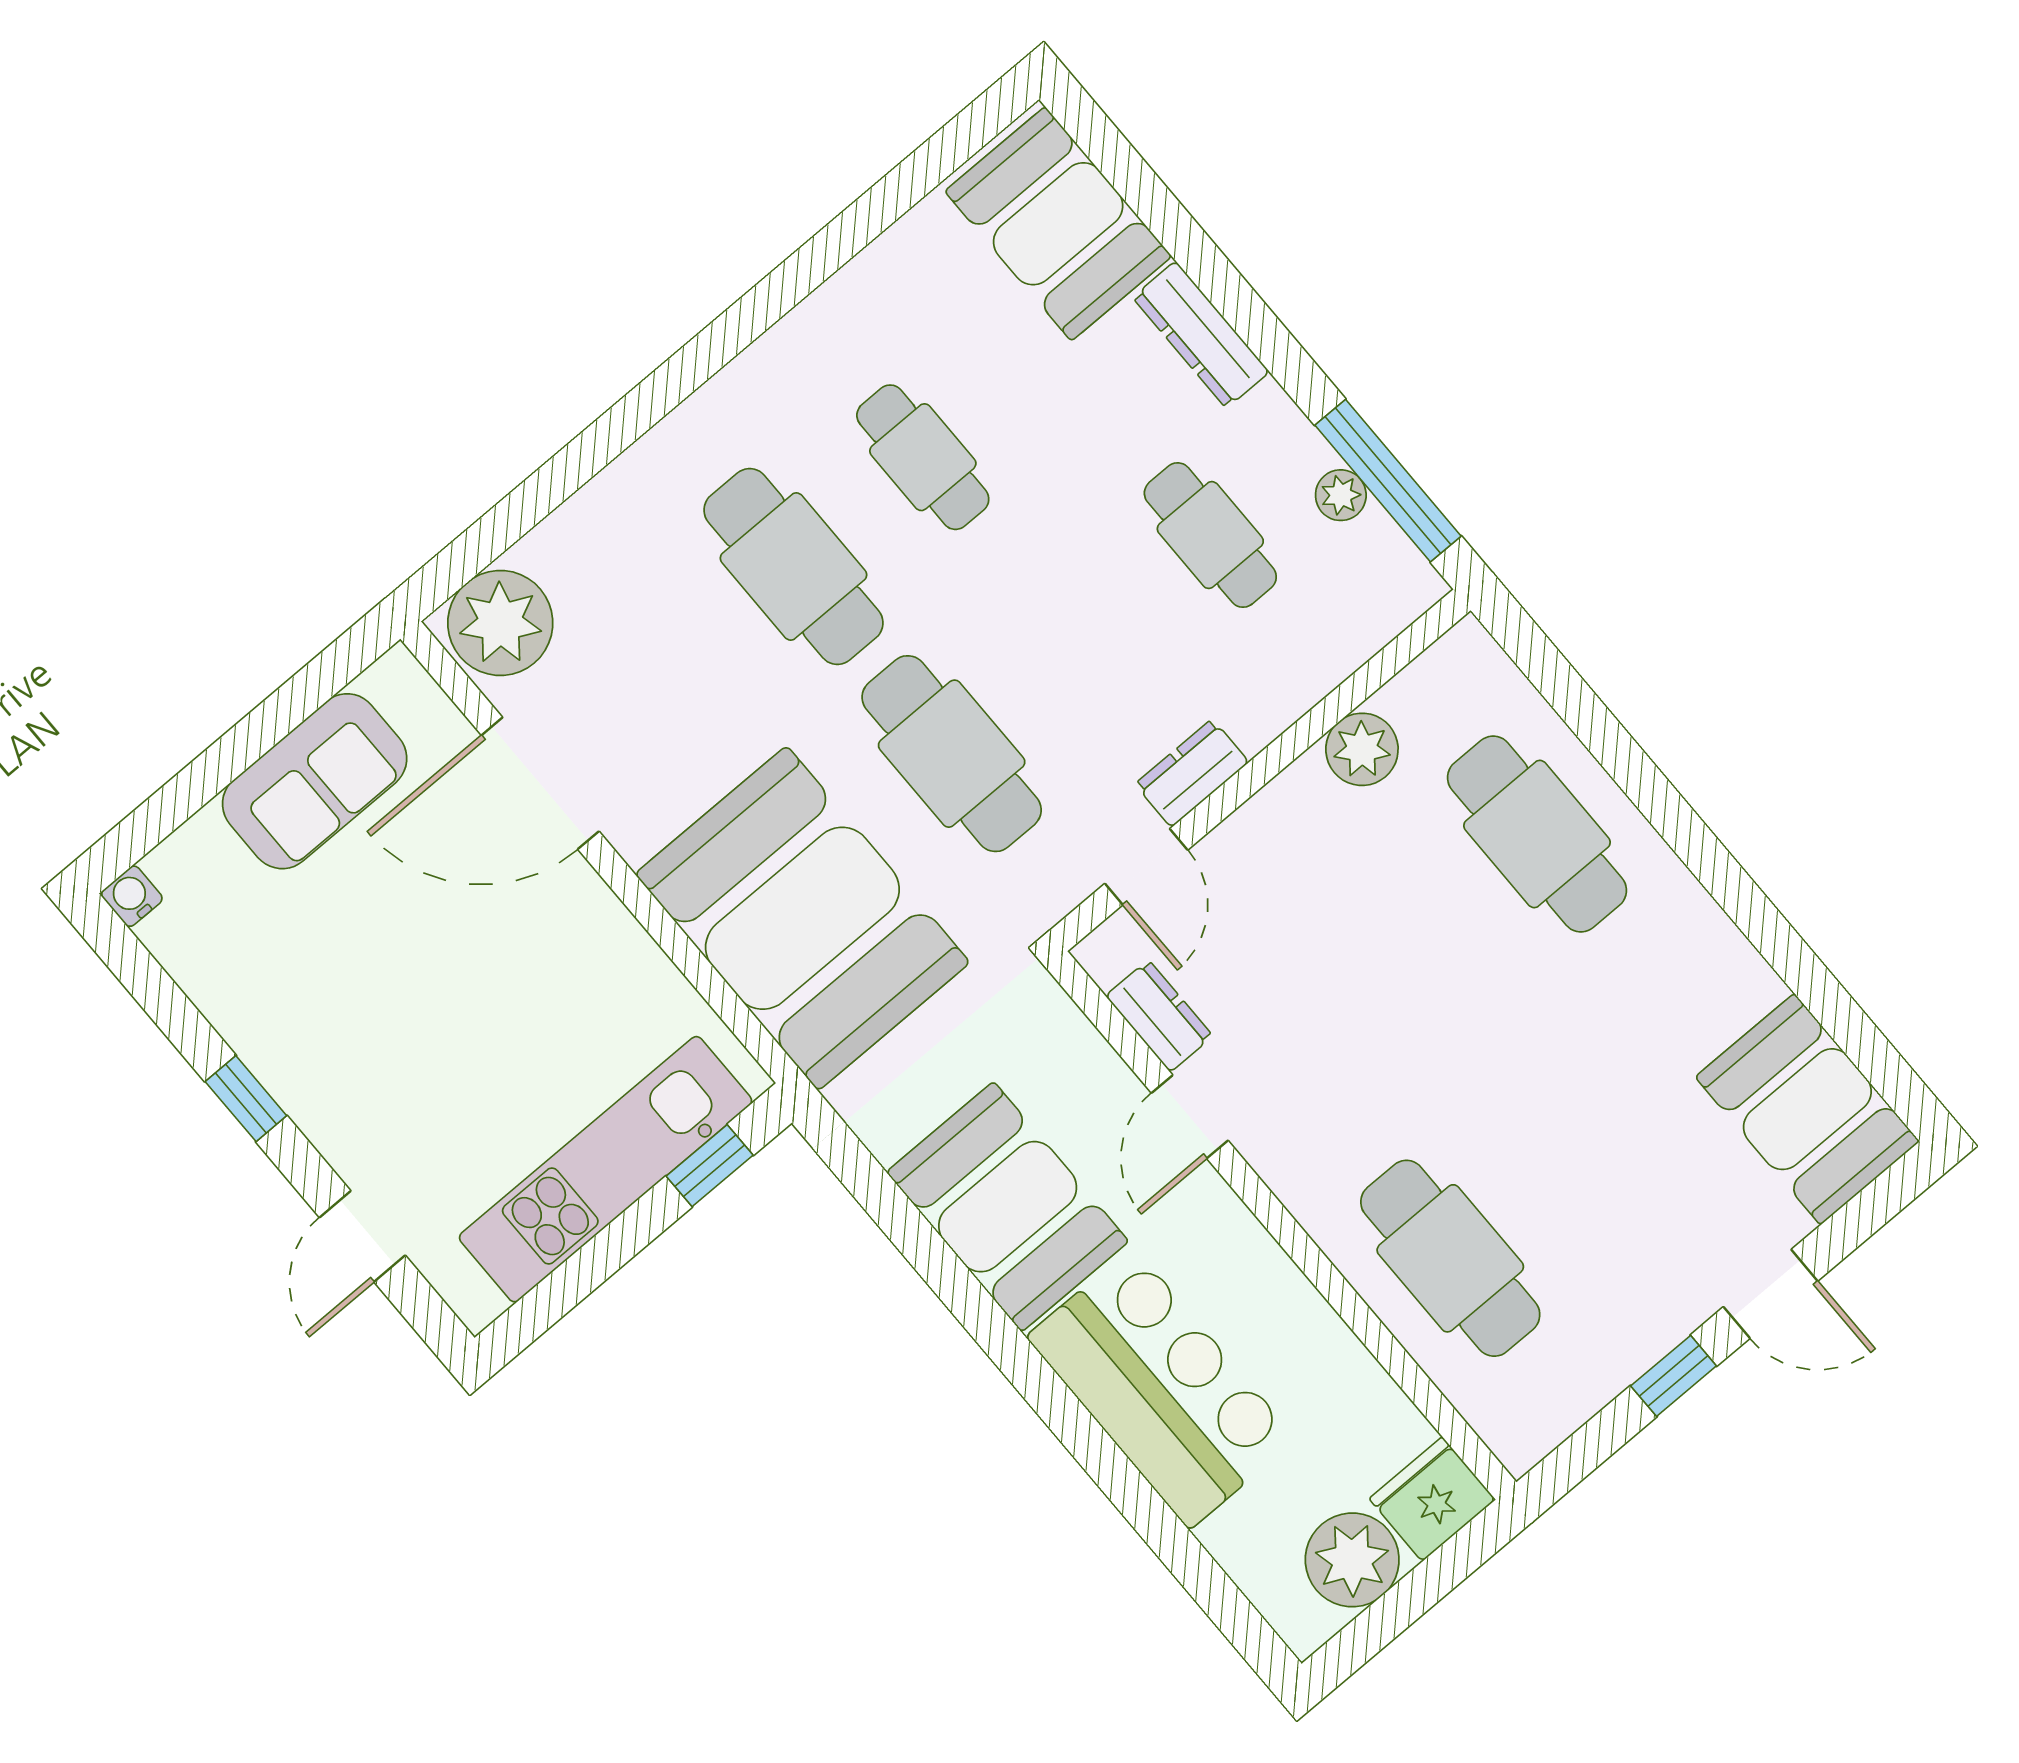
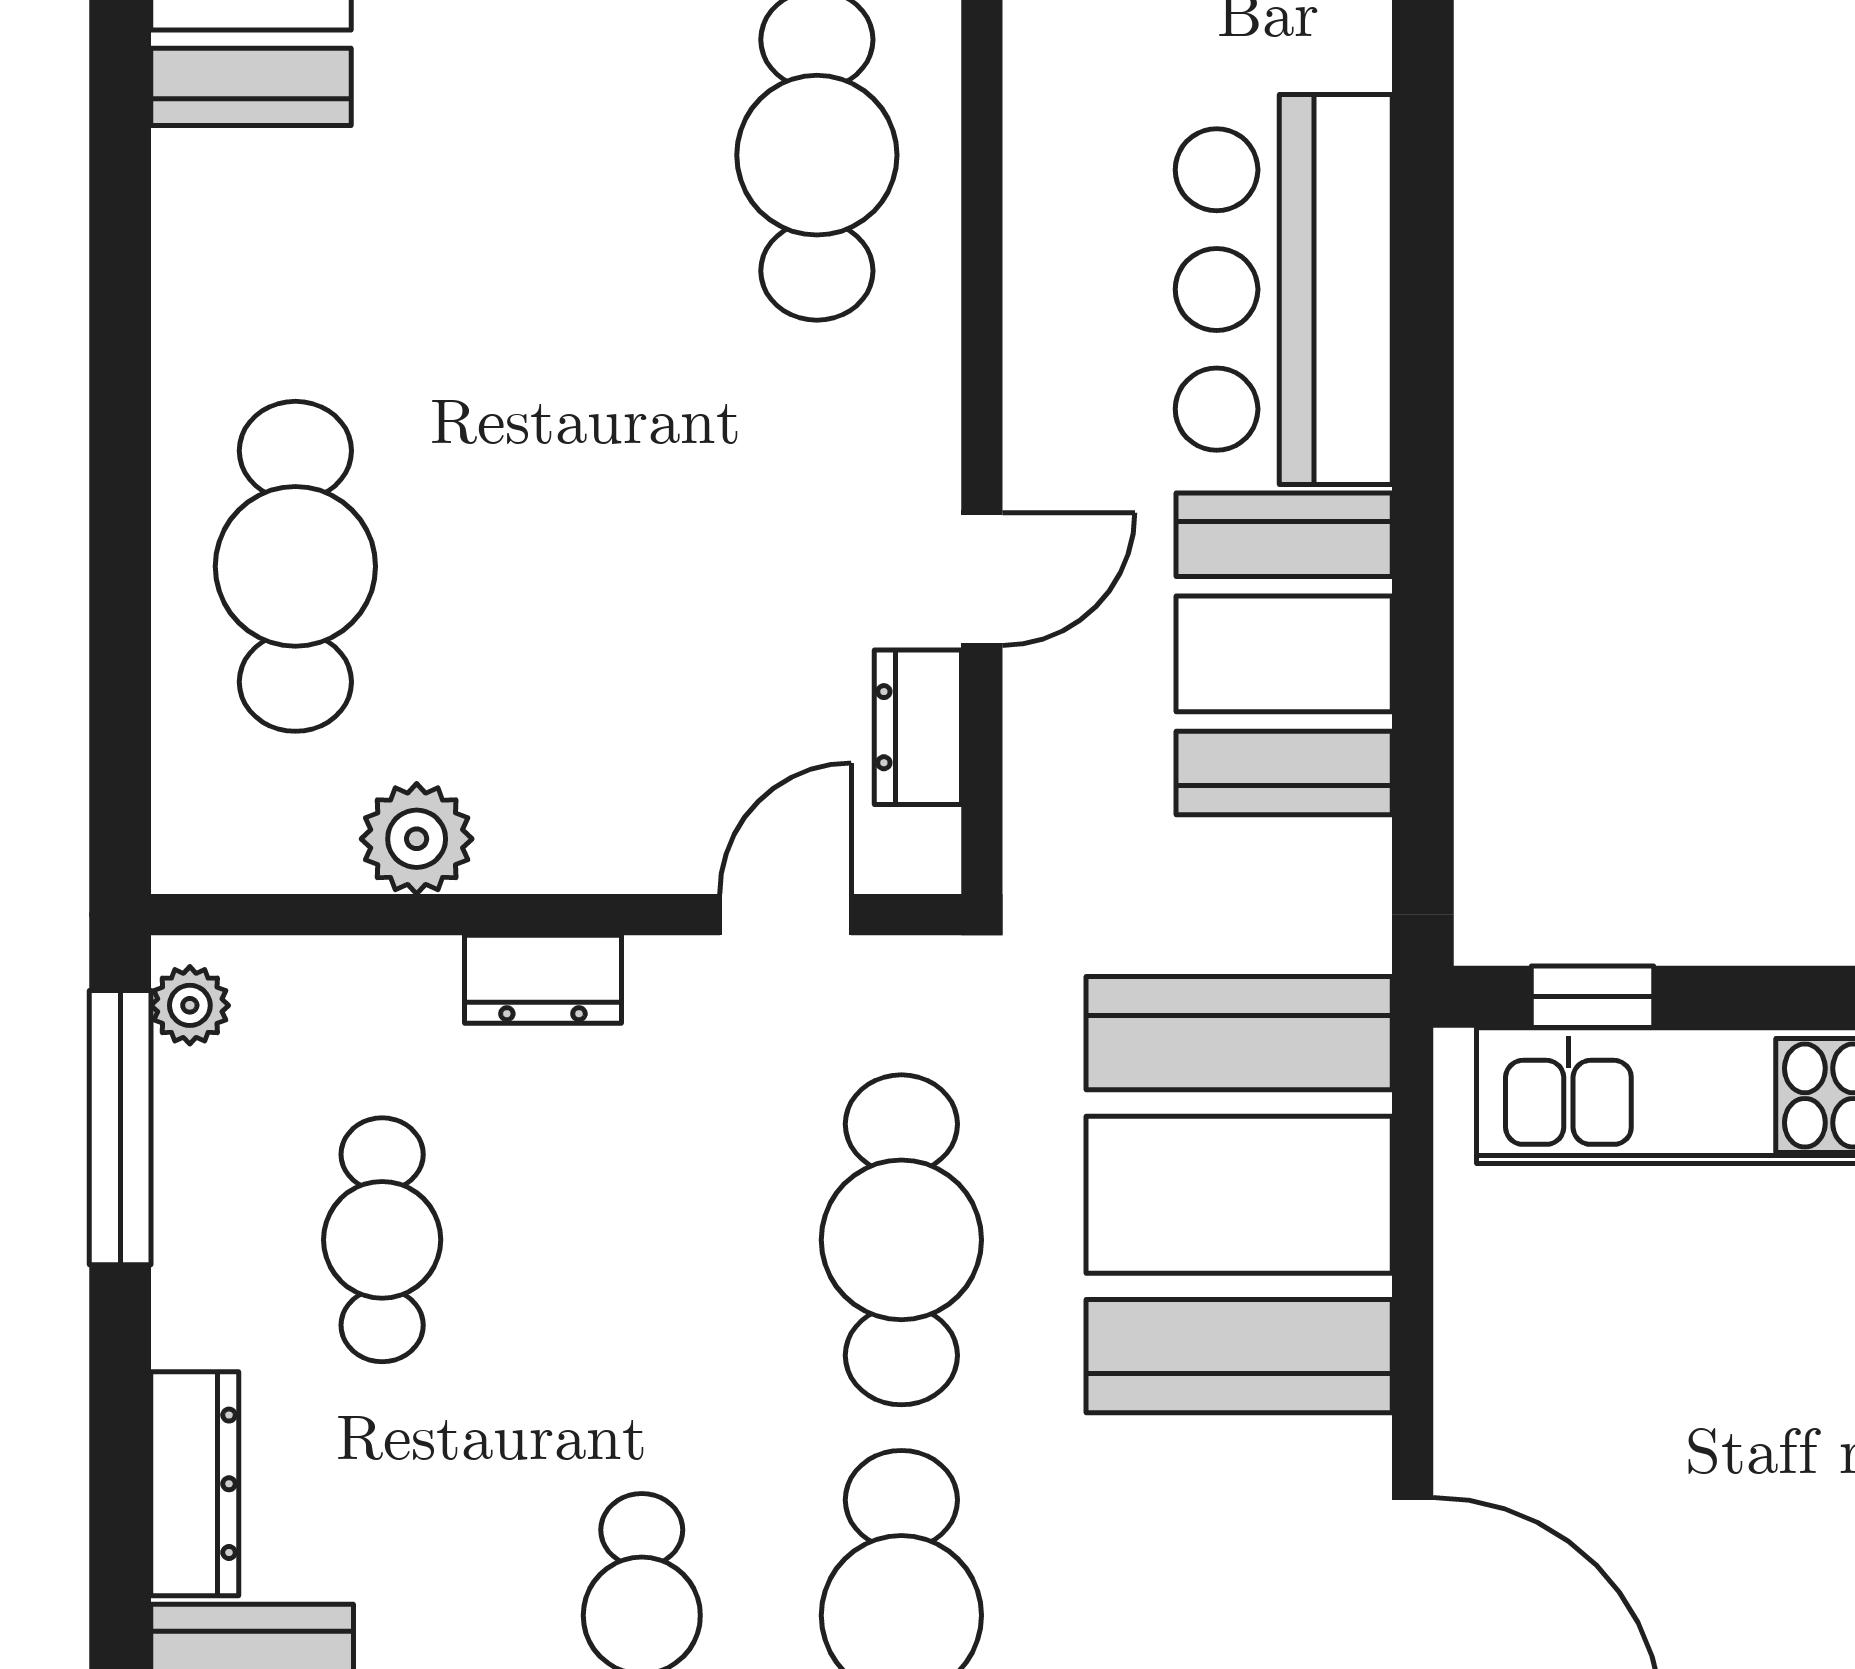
plant: (1341, 495) -> (190, 1005), moved
dresser: (1192, 773) -> (543, 979), moved

